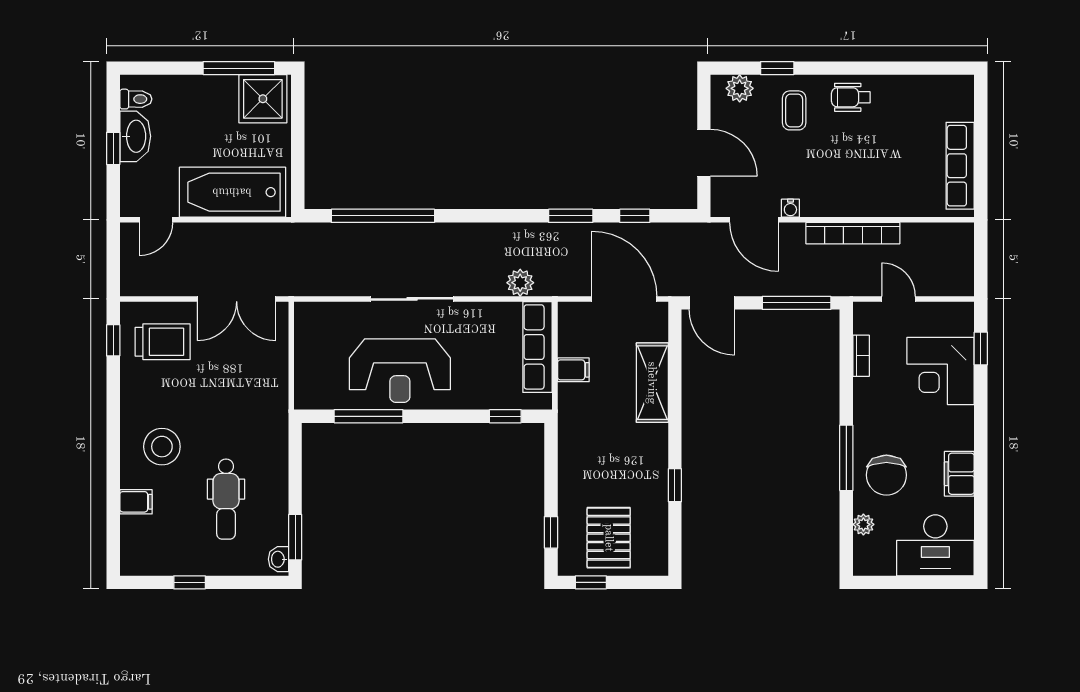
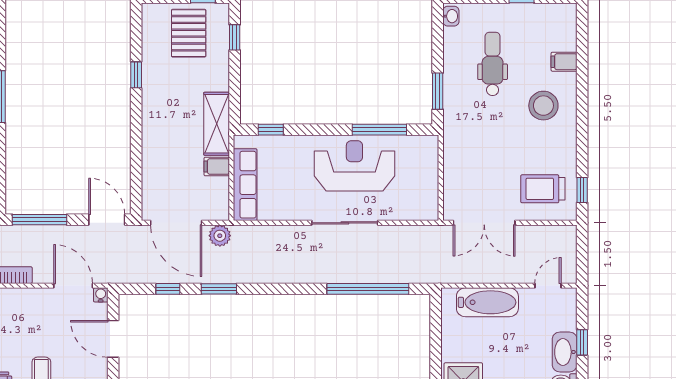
bathtub: (232, 192) -> (487, 302), width x0.73, depth x0.73
water cooler: (790, 208) -> (101, 295), moved
plant: (520, 283) -> (220, 236), moved
double door: (237, 299) -> (484, 223), swing flipped
shelving: (652, 383) -> (217, 124), moved
window: (295, 537) -> (438, 91), moved

